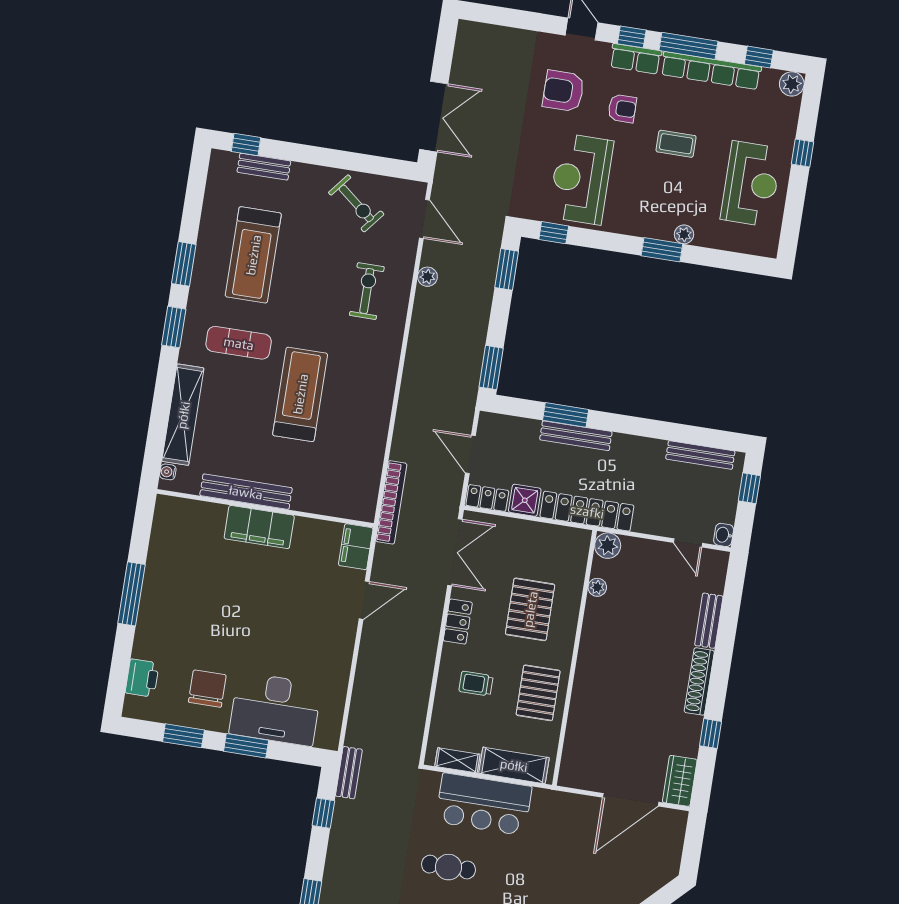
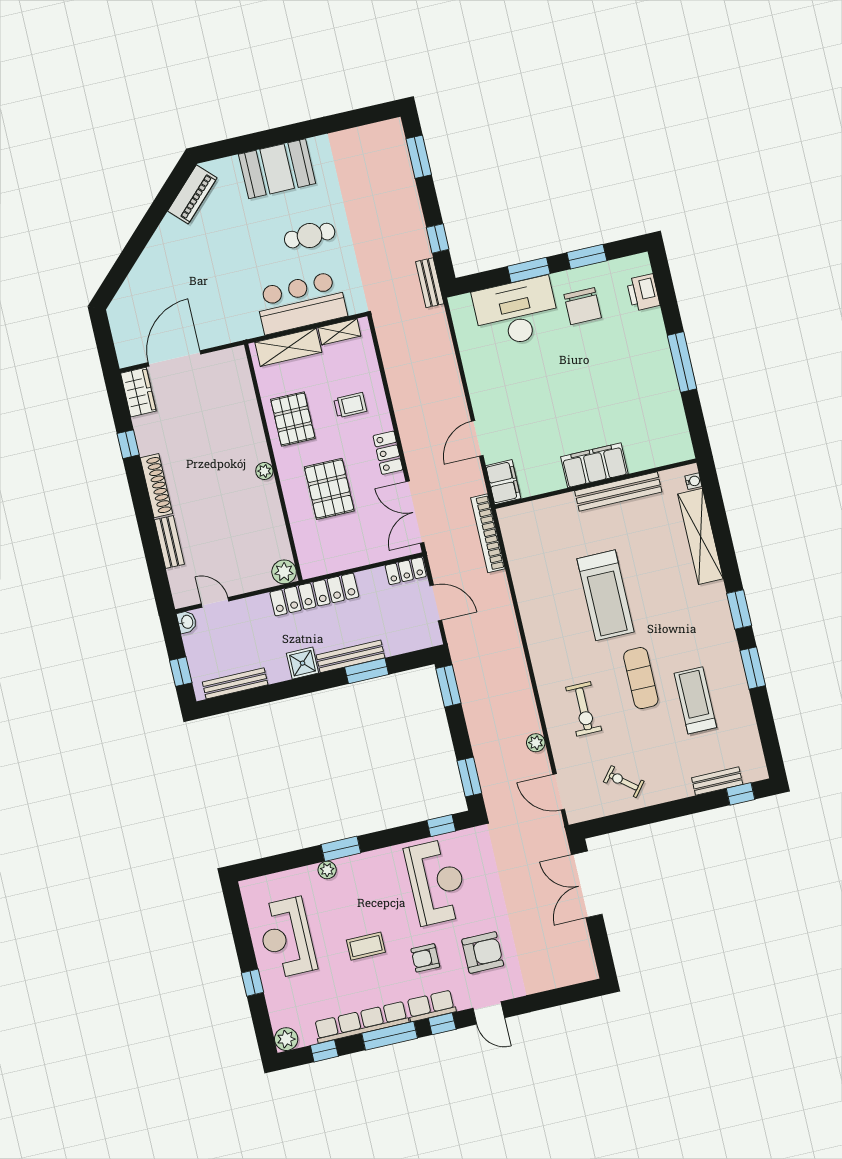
exercise bike: (356, 203) -> (624, 782), width x0.73, depth x0.72
treadmill: (253, 255) -> (695, 700), width x0.73, depth x0.73
exercise mat: (239, 343) -> (641, 678), moved, turned 90
shower: (525, 500) -> (303, 663), moved
plant: (597, 587) -> (264, 471), moved

